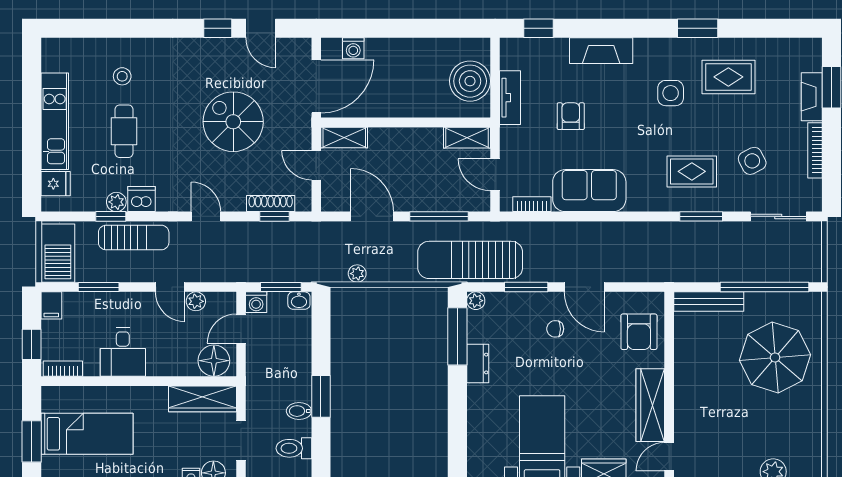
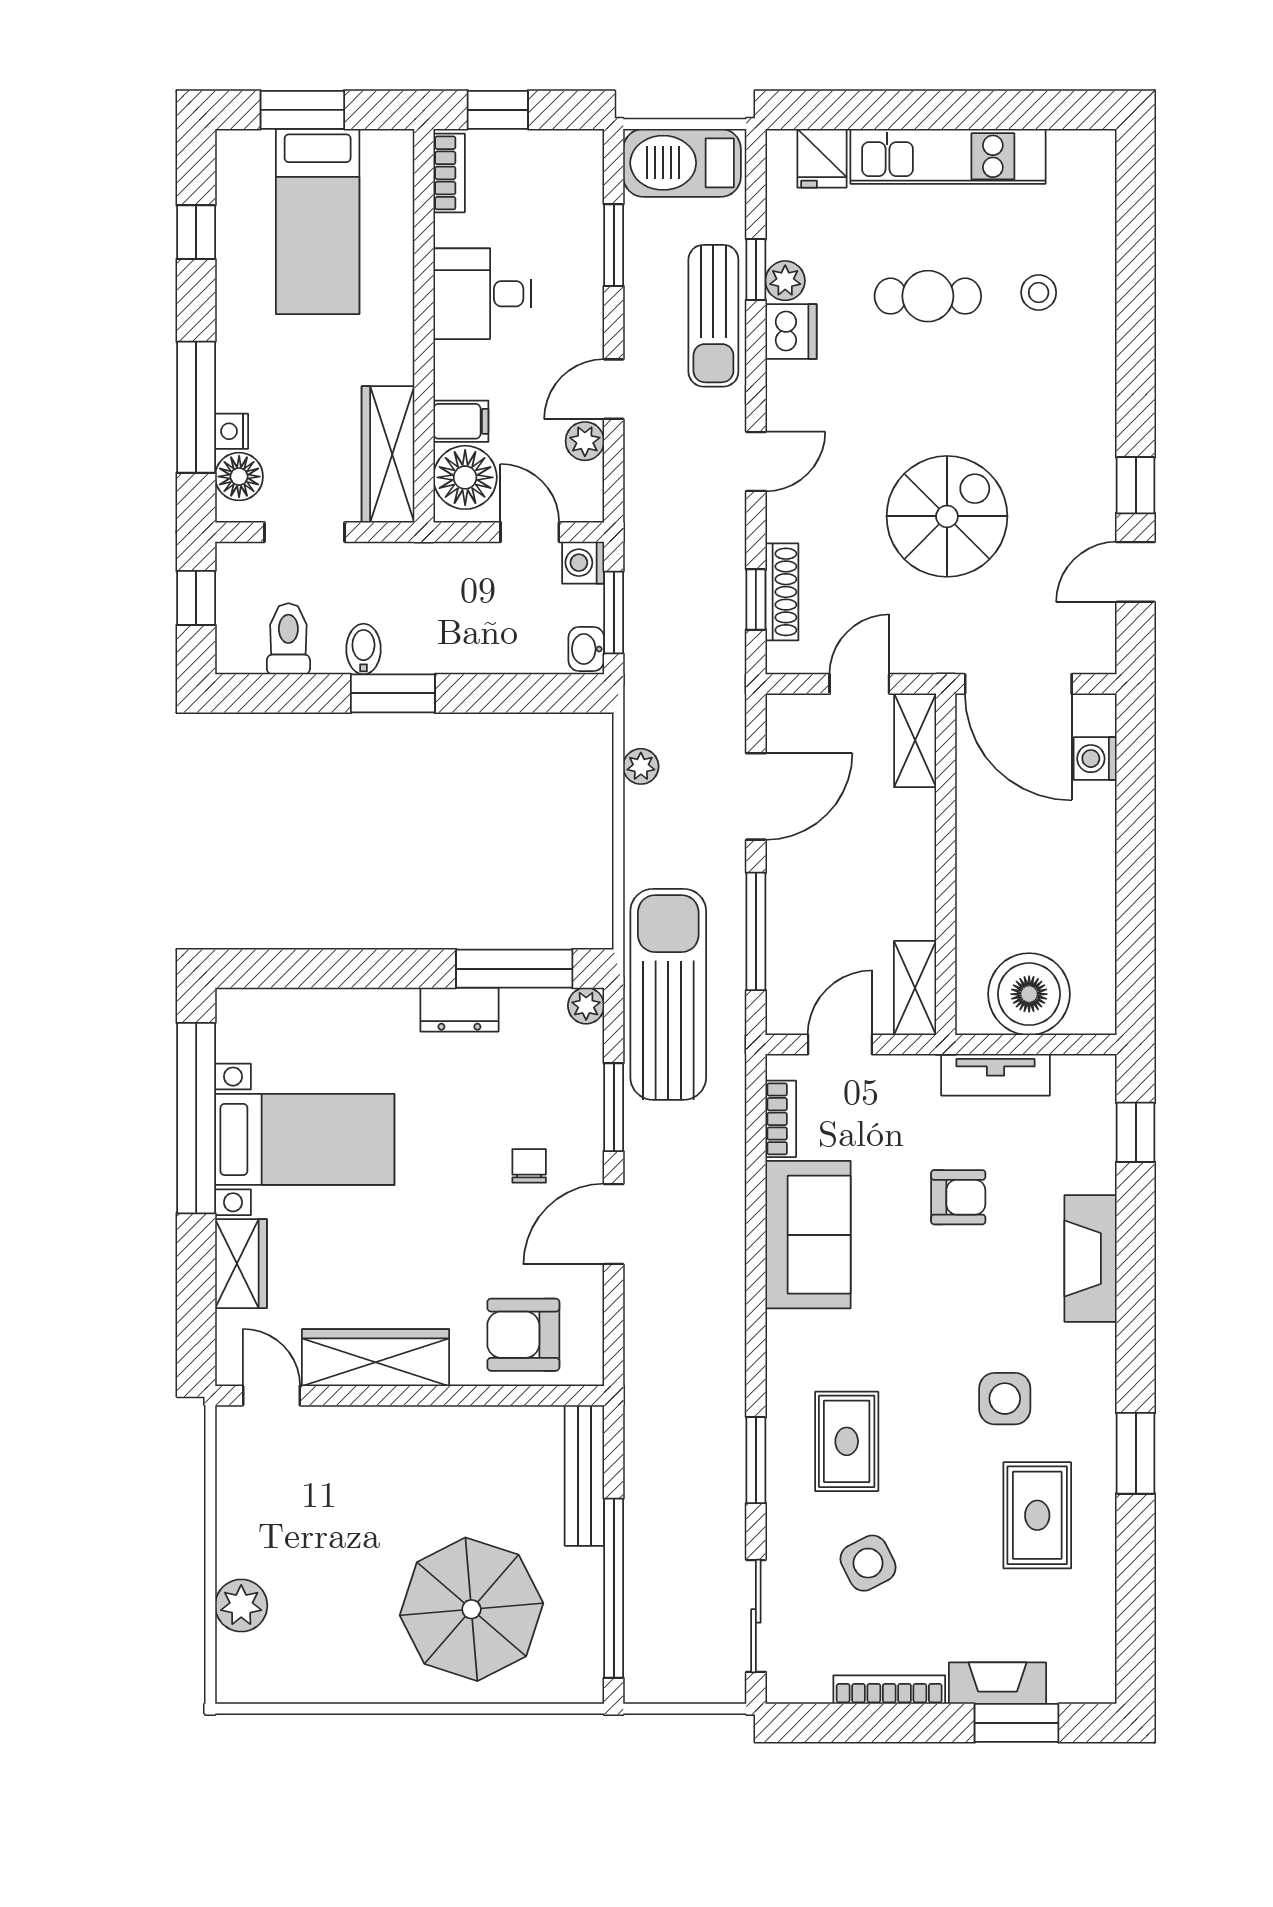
filing cabinet: (51, 305) -> (461, 421), moved, turned 180

